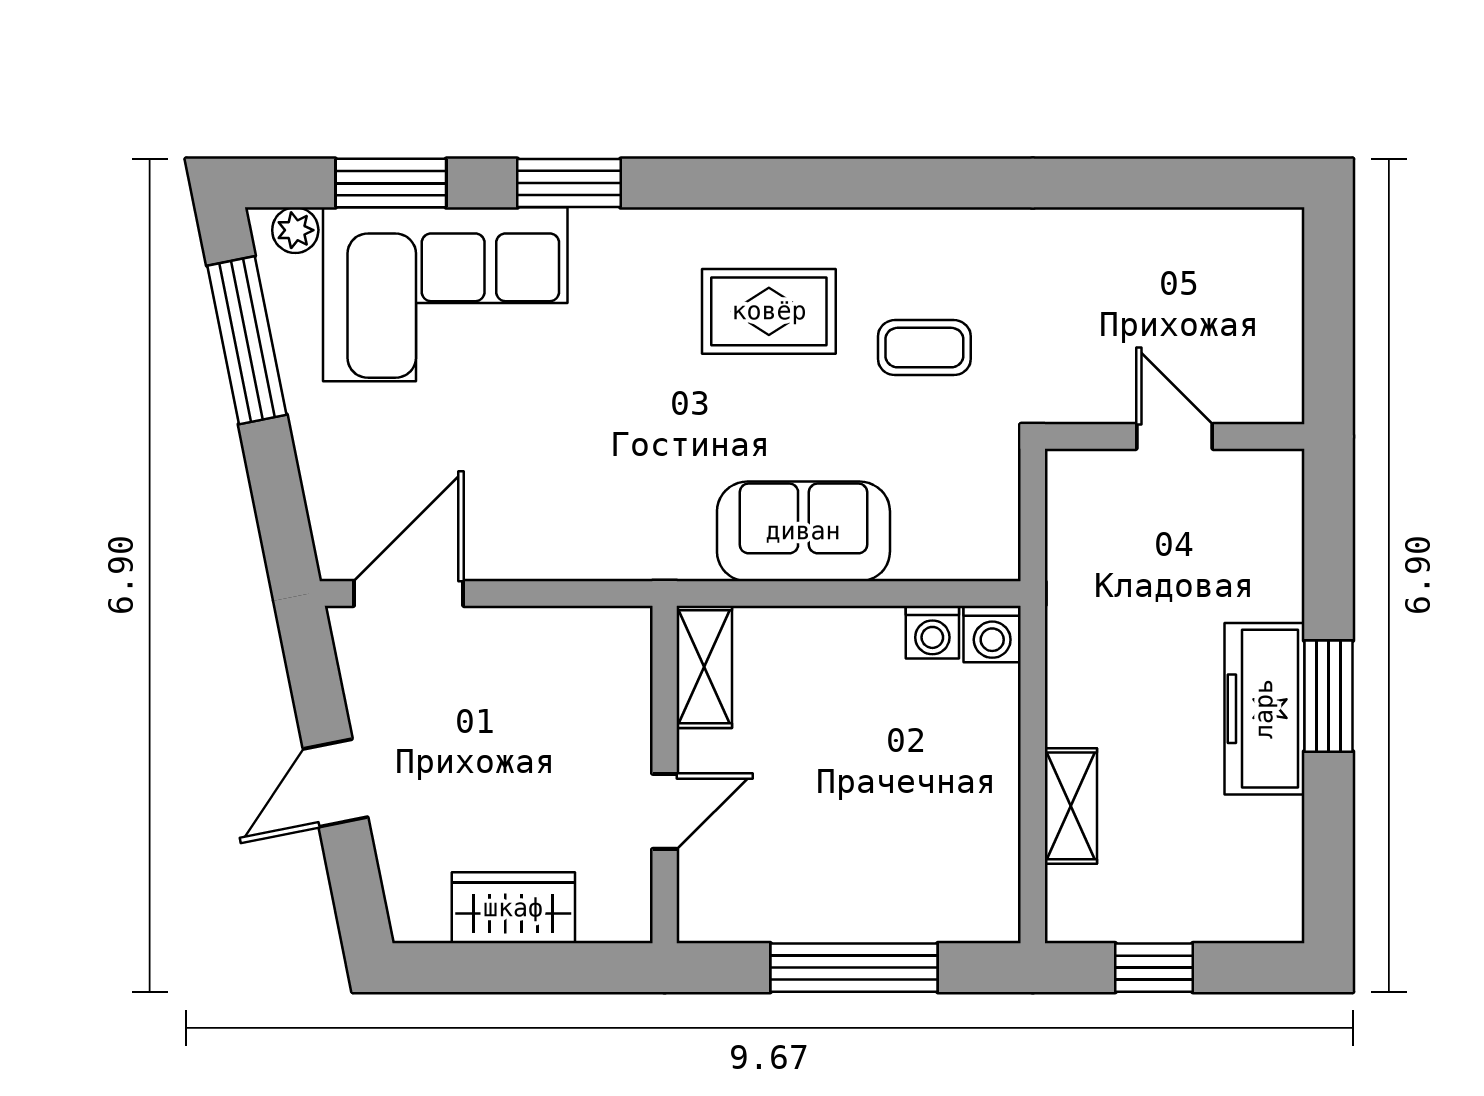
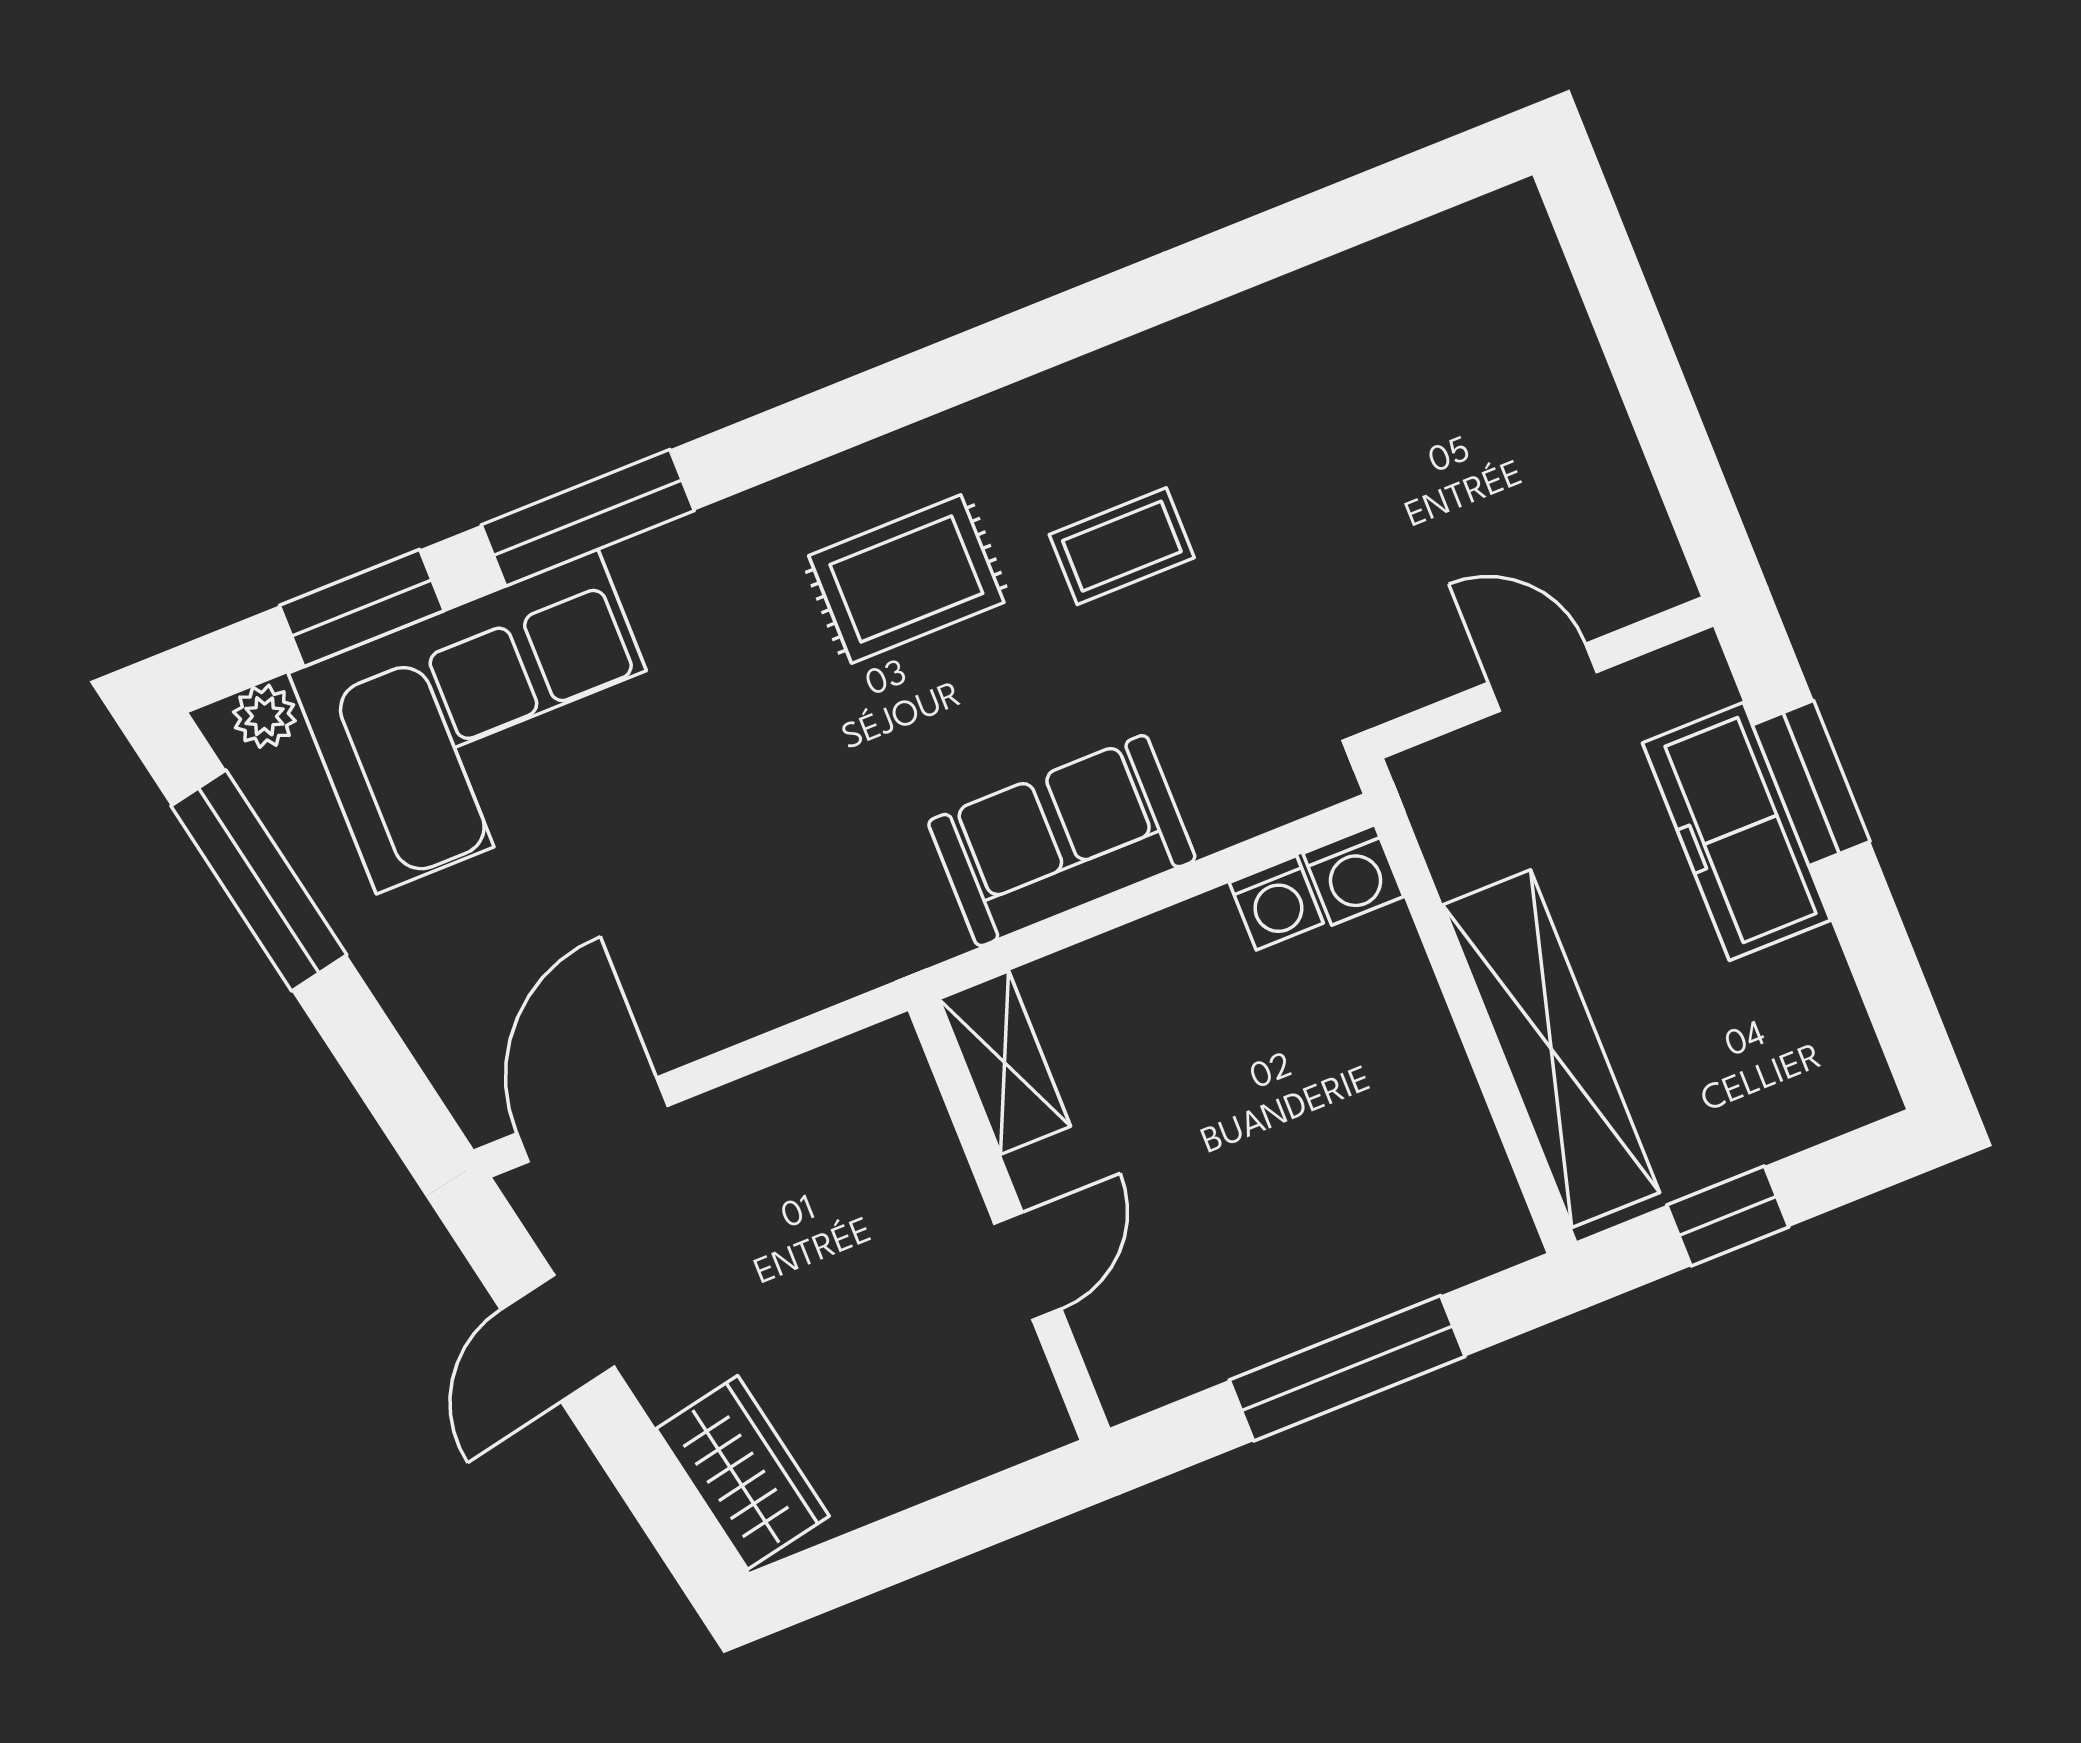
window: (569, 183) -> (588, 518), width x1.44
door: (1175, 437) -> (1542, 677), moved
wall: (1175, 437) -> (1543, 677), moved
door: (336, 783) -> (558, 1338), moved
shelving: (1071, 806) -> (1551, 1049), width x2.20, depth x1.33
wardrobe: (513, 908) -> (743, 1472), moved, turned 79

